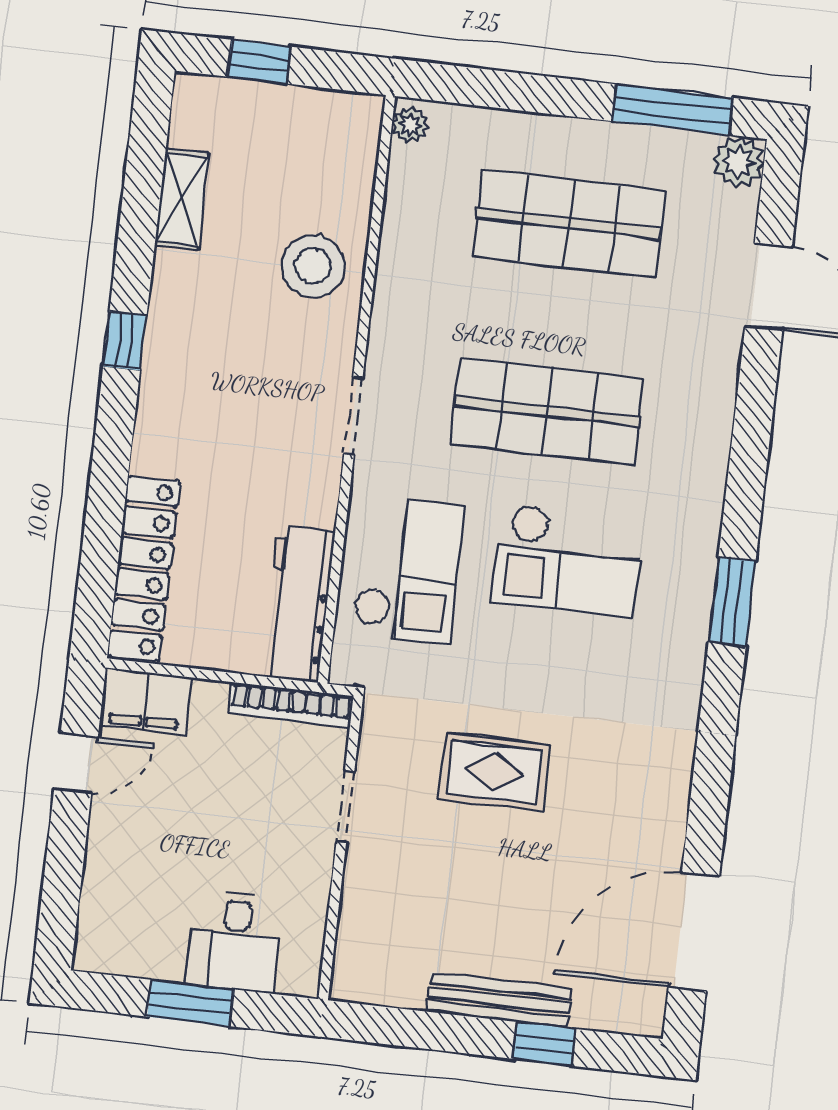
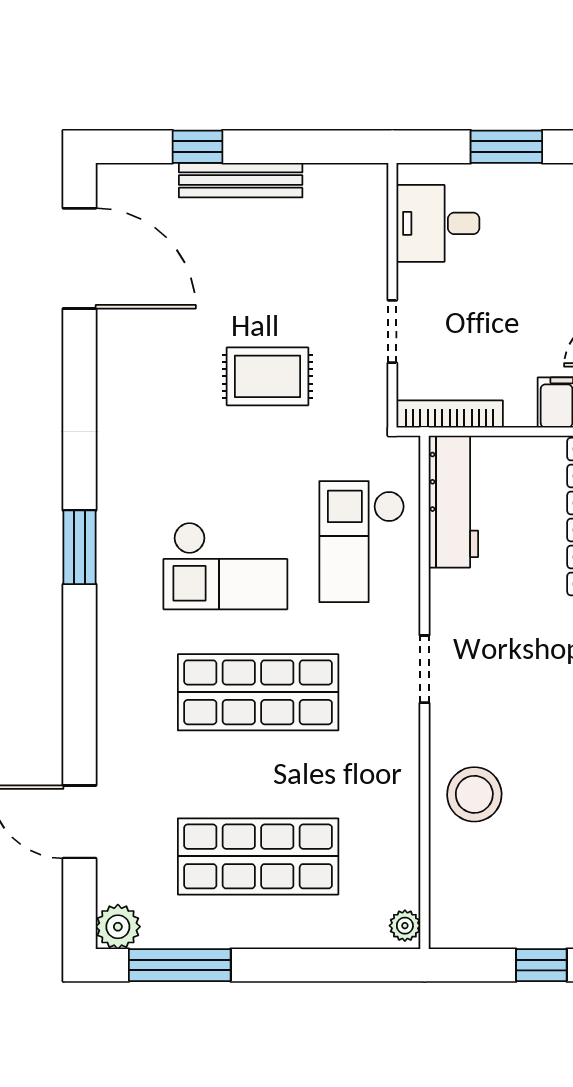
checkout: (568, 560) -> (225, 566), turned 180
door: (694, 932) -> (80, 258), hinge flipped
desk: (235, 941) -> (438, 223), moved, turned -90

